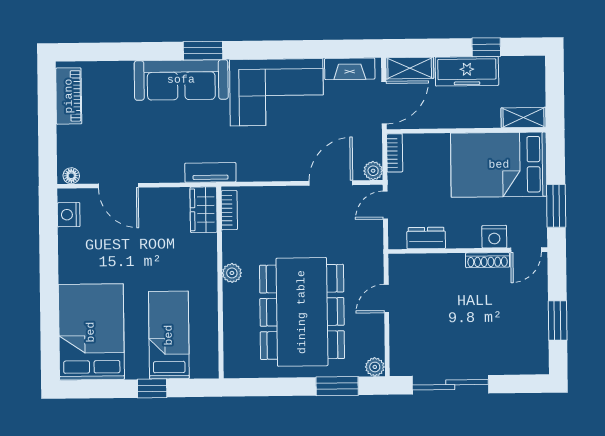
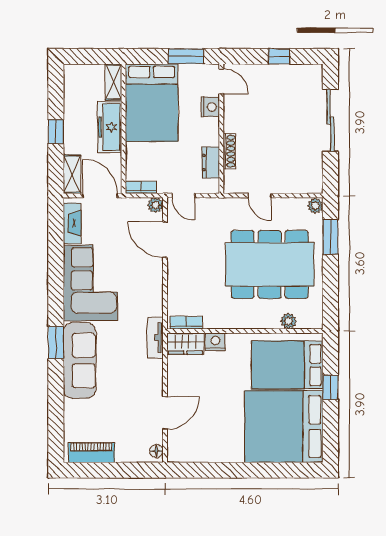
window: (486, 47) -> (56, 132), moved
freezer: (467, 71) -> (110, 127), moved, turned 180
nightstand: (69, 215) -> (215, 342), moved, turned 180
shoe rack: (488, 260) -> (229, 151), moved
plant: (232, 273) -> (288, 321), moved
window: (558, 320) -> (279, 56), width x0.67
bed: (91, 332) -> (284, 427), width x1.36
bed: (169, 335) -> (287, 365), width x1.50
sliding door: (450, 385) -> (330, 120), moved

